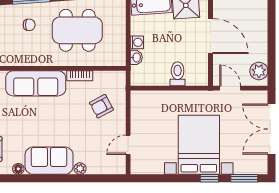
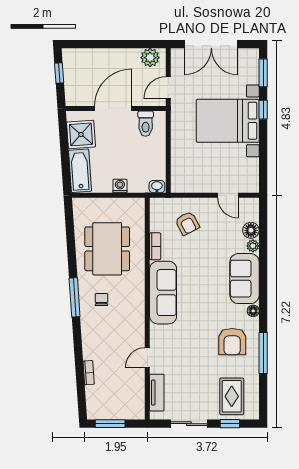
washbasin: (136, 57) -> (157, 187), moved
toilet: (178, 74) -> (146, 124), moved, turned -90
floor lamp: (95, 167) -> (251, 230), added

